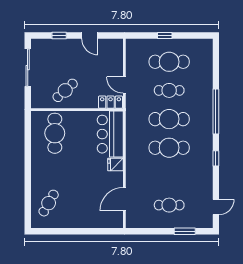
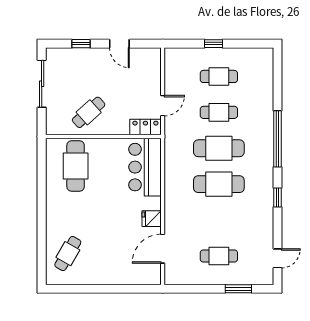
cafe table: (169, 62) -> (219, 76), width x0.73, depth x0.74
door: (124, 85) -> (163, 106), swing flipped
fridge: (116, 165) -> (152, 219), moved

